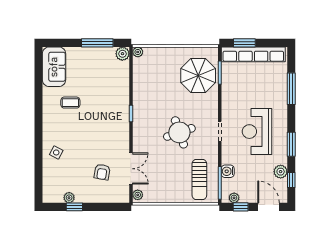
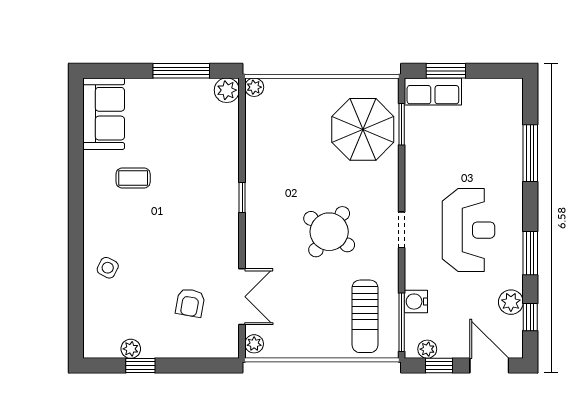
row of seats: (253, 54) -> (433, 91), width x0.50
round table: (179, 132) -> (329, 232), turned -35
reception desk: (257, 132) -> (468, 230), turned 180

